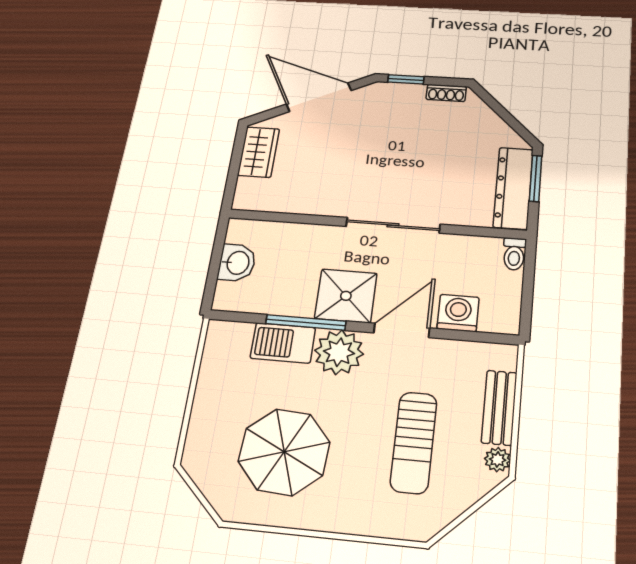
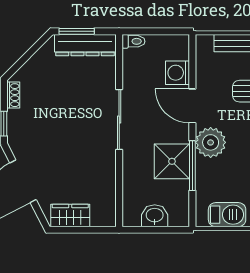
shower: (346, 296) -> (172, 161), moved
barbecue: (283, 343) -> (227, 215), moved, turned -90

